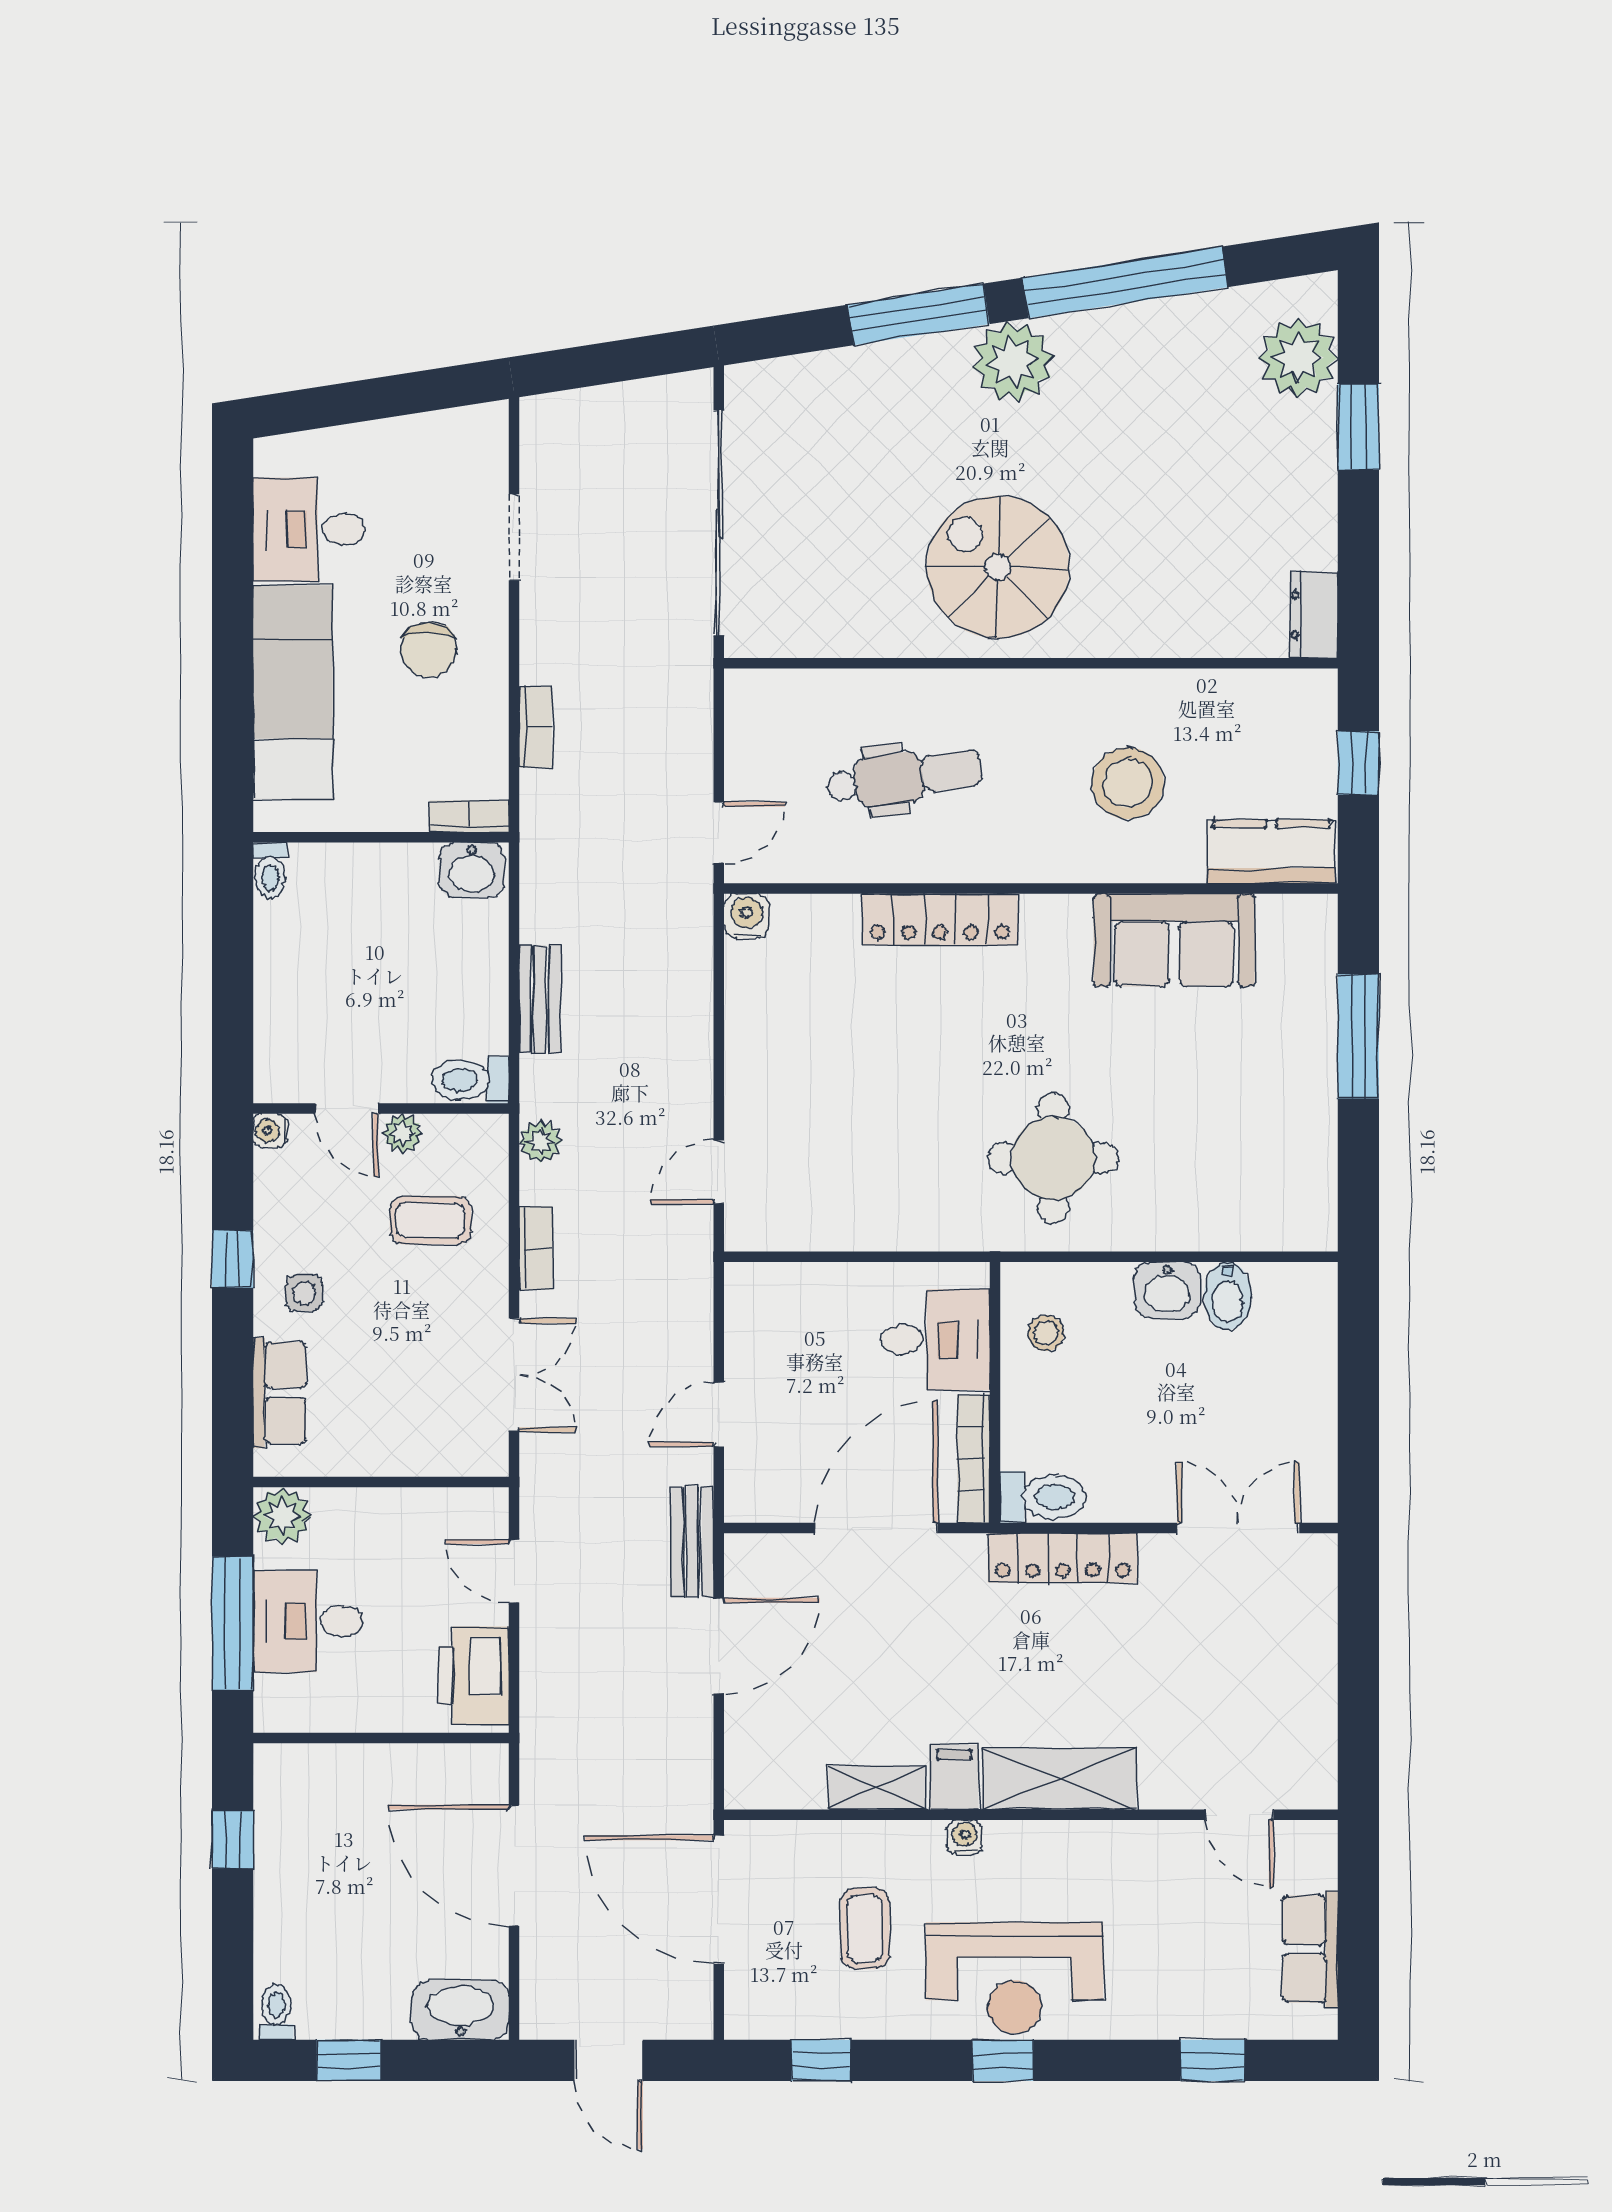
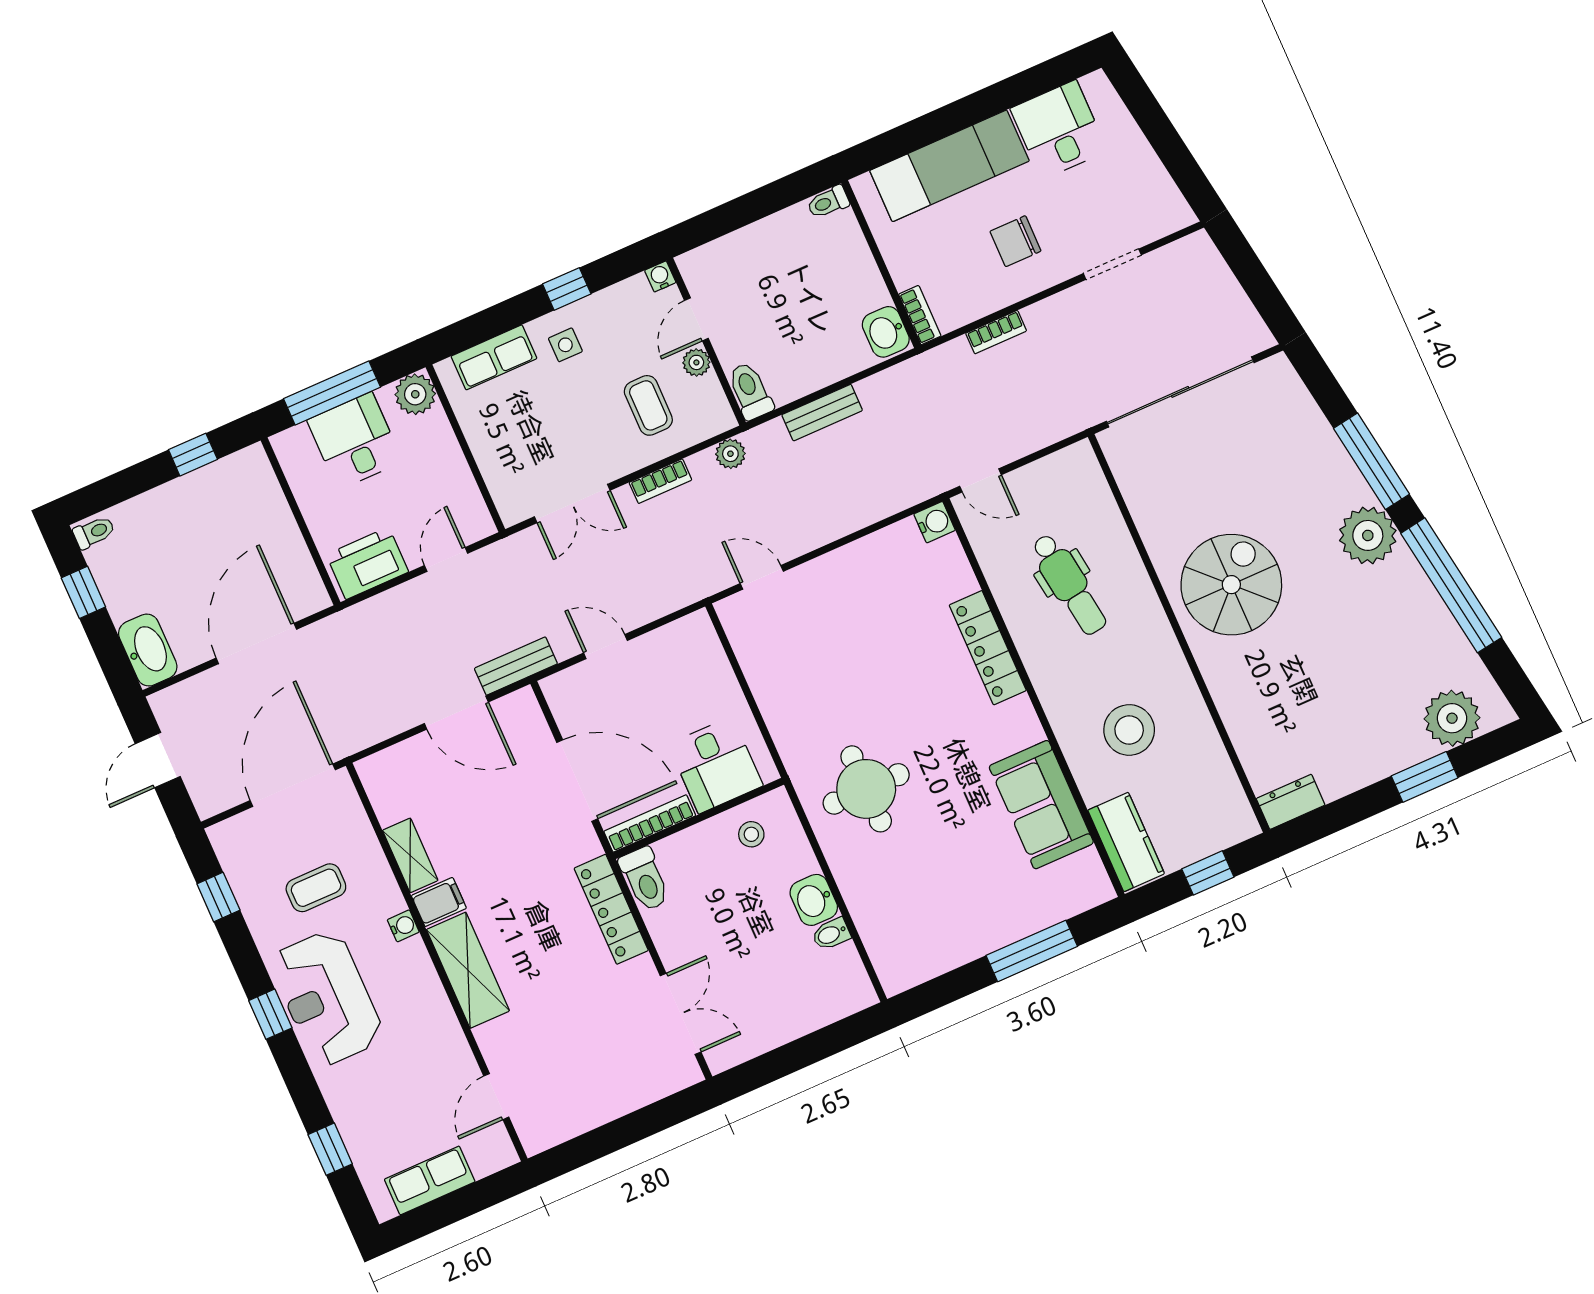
bidet: (1228, 1296) -> (831, 934), width x0.72, depth x0.74

